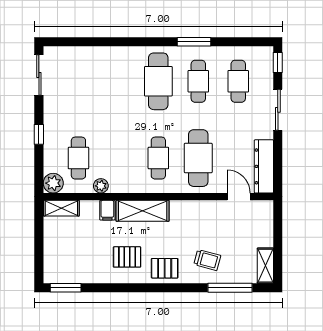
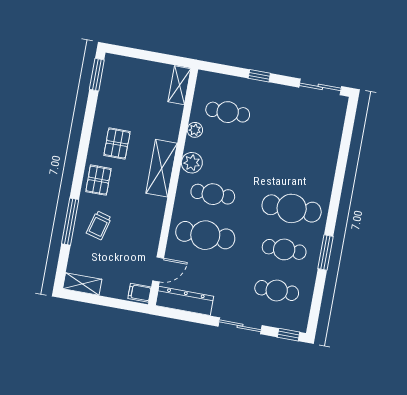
plant: (53, 183) -> (192, 163), moved
filing cabinet: (107, 210) -> (140, 293), moved
window: (230, 288) -> (70, 222), moved

